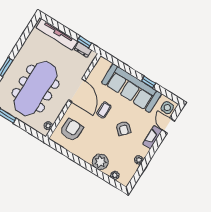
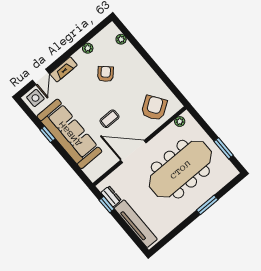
door: (77, 90) -> (133, 151), hinge flipped
armchair: (123, 128) -> (106, 74), moved
armchair: (72, 130) -> (154, 108), turned 146
plant: (100, 162) -> (133, 60), removed

